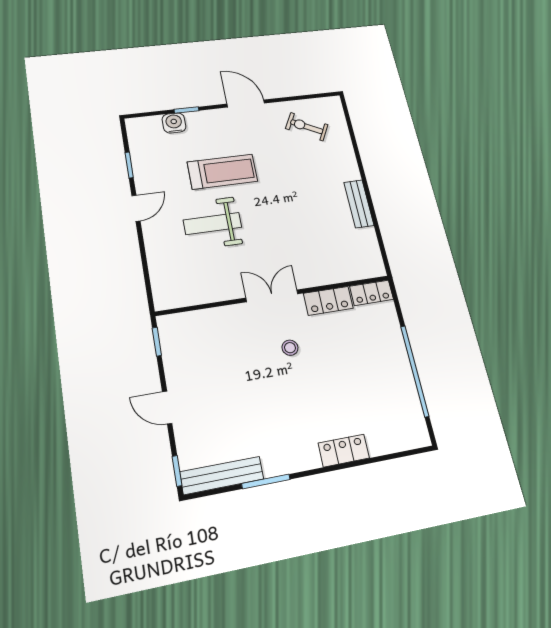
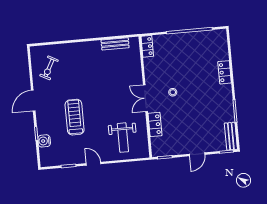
bench: (359, 204) -> (115, 44), moved
weight bench: (212, 224) -> (123, 138), moved
locker: (328, 301) -> (155, 124), moved
bench: (222, 475) -> (231, 136), width x0.73

